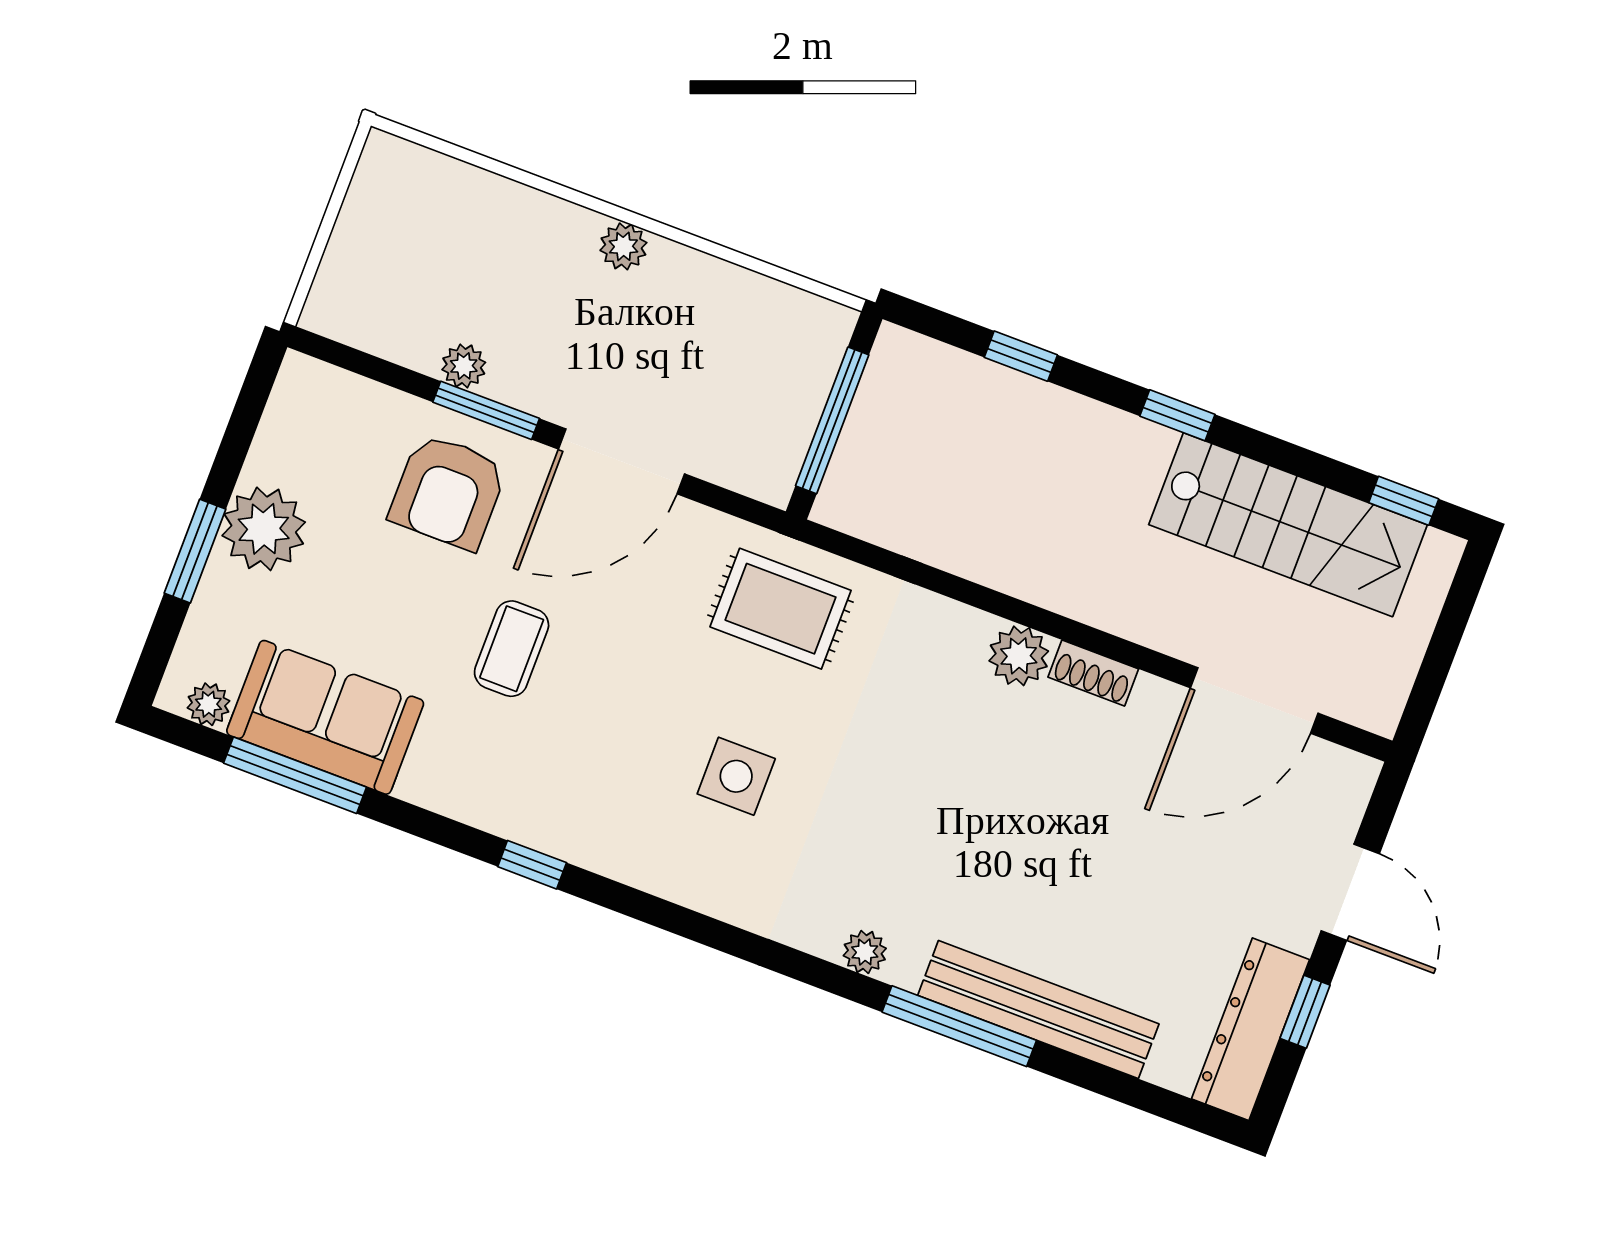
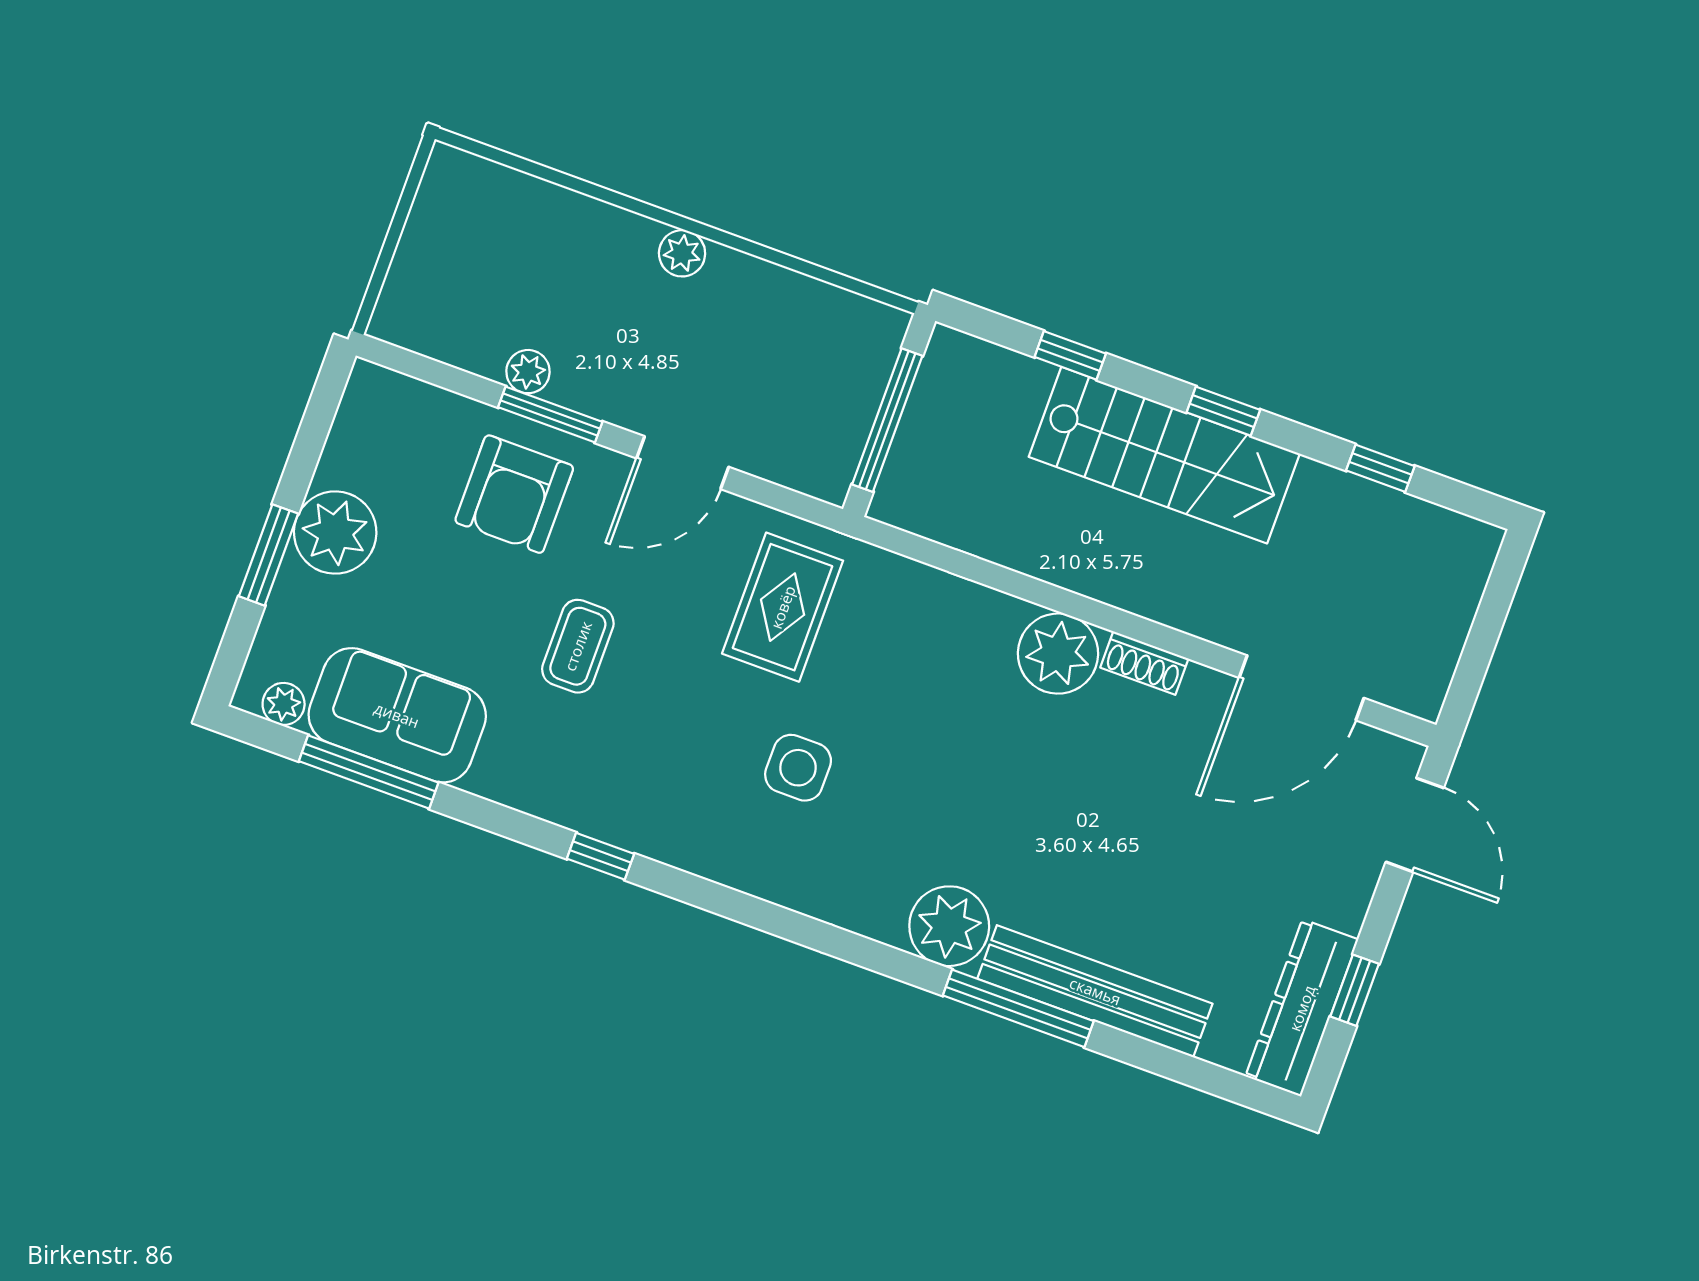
door: (621, 461) -> (683, 463), width x0.73
window: (1404, 501) -> (1380, 468), moved
stairs: (1288, 525) -> (1164, 455), moved
rug: (781, 609) -> (783, 607), moved, turned 90
plant: (1019, 656) -> (1058, 654), width x1.36, depth x1.36
door: (1350, 892) -> (1415, 825), moved
plant: (865, 952) -> (949, 926), width x1.88, depth x1.88

